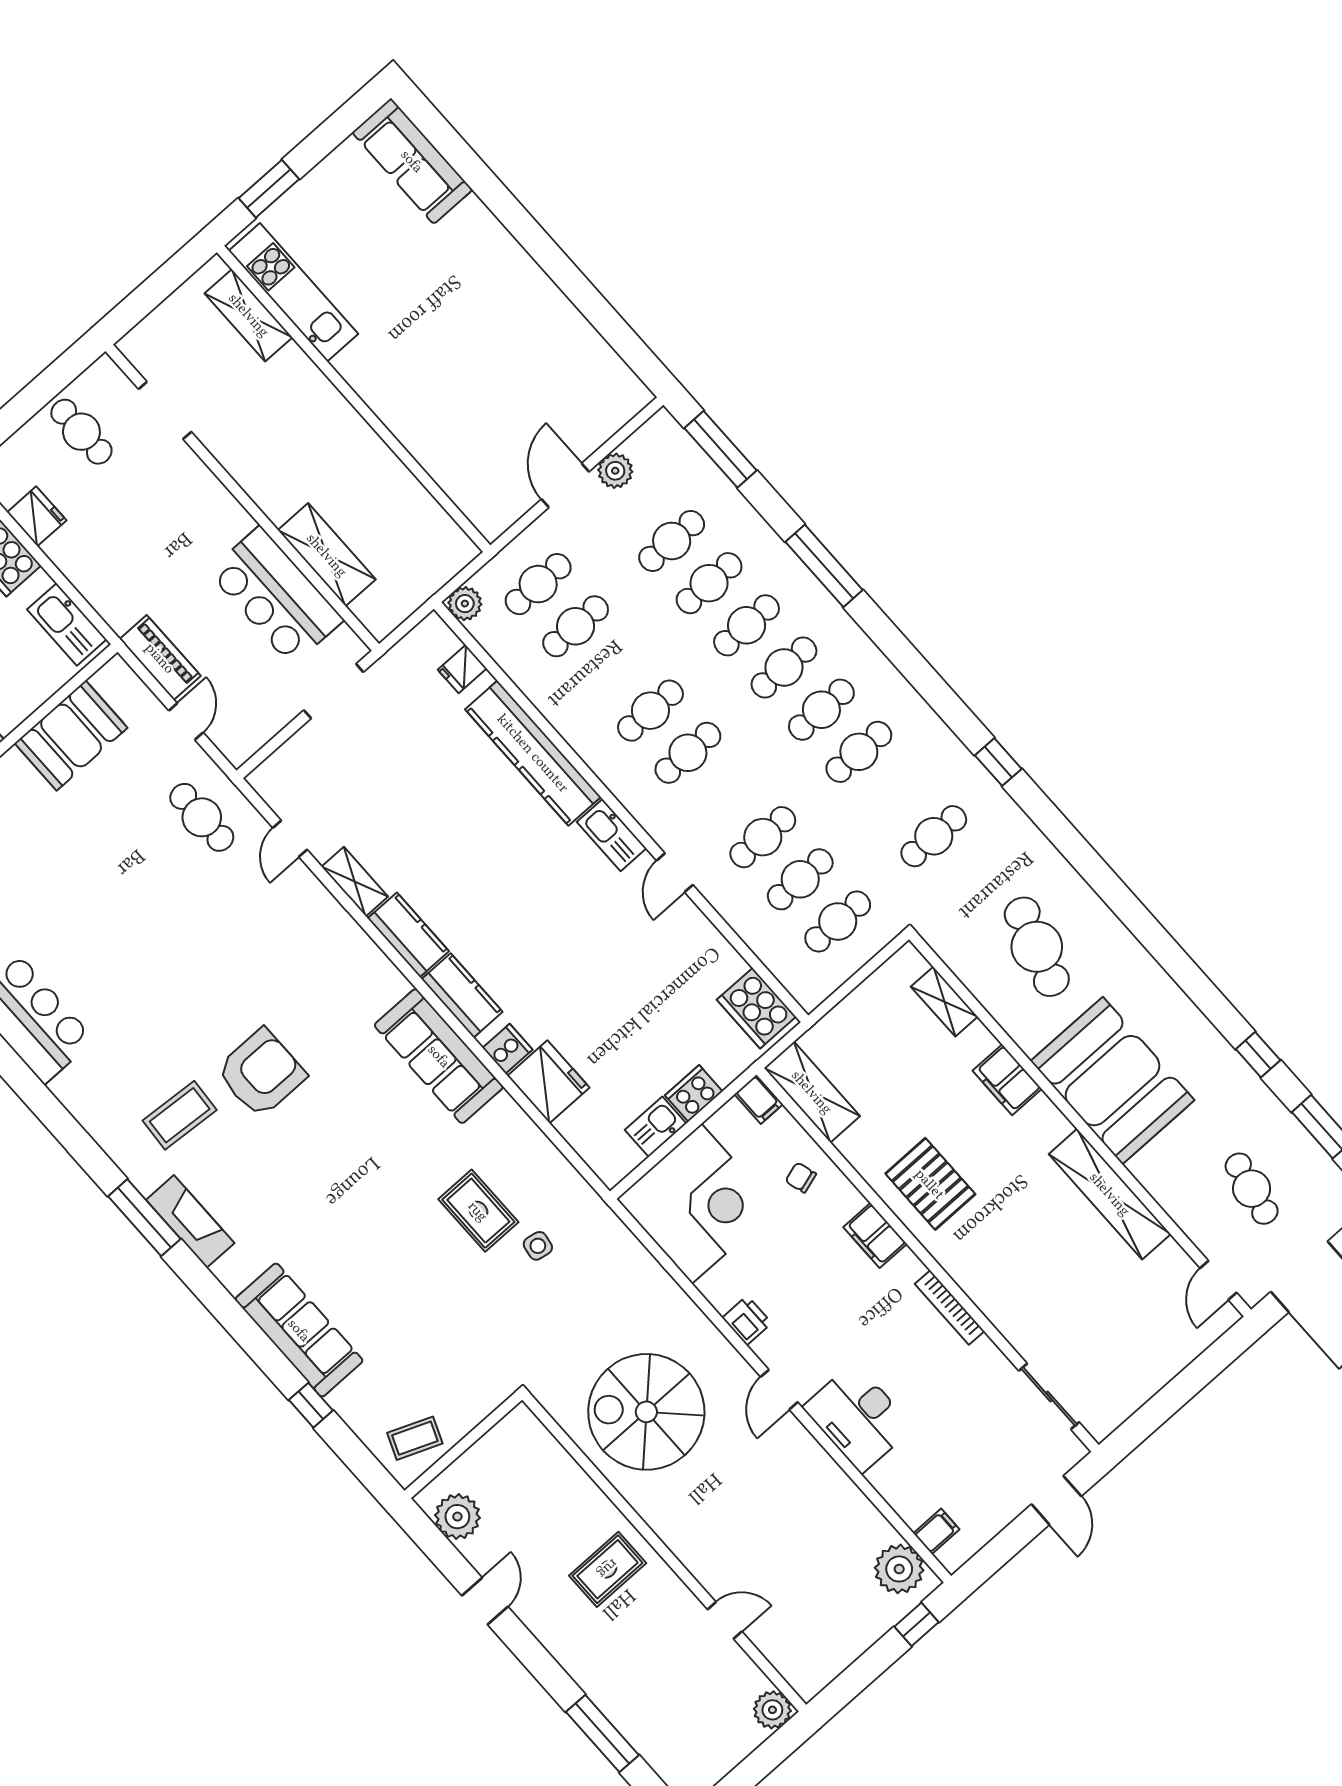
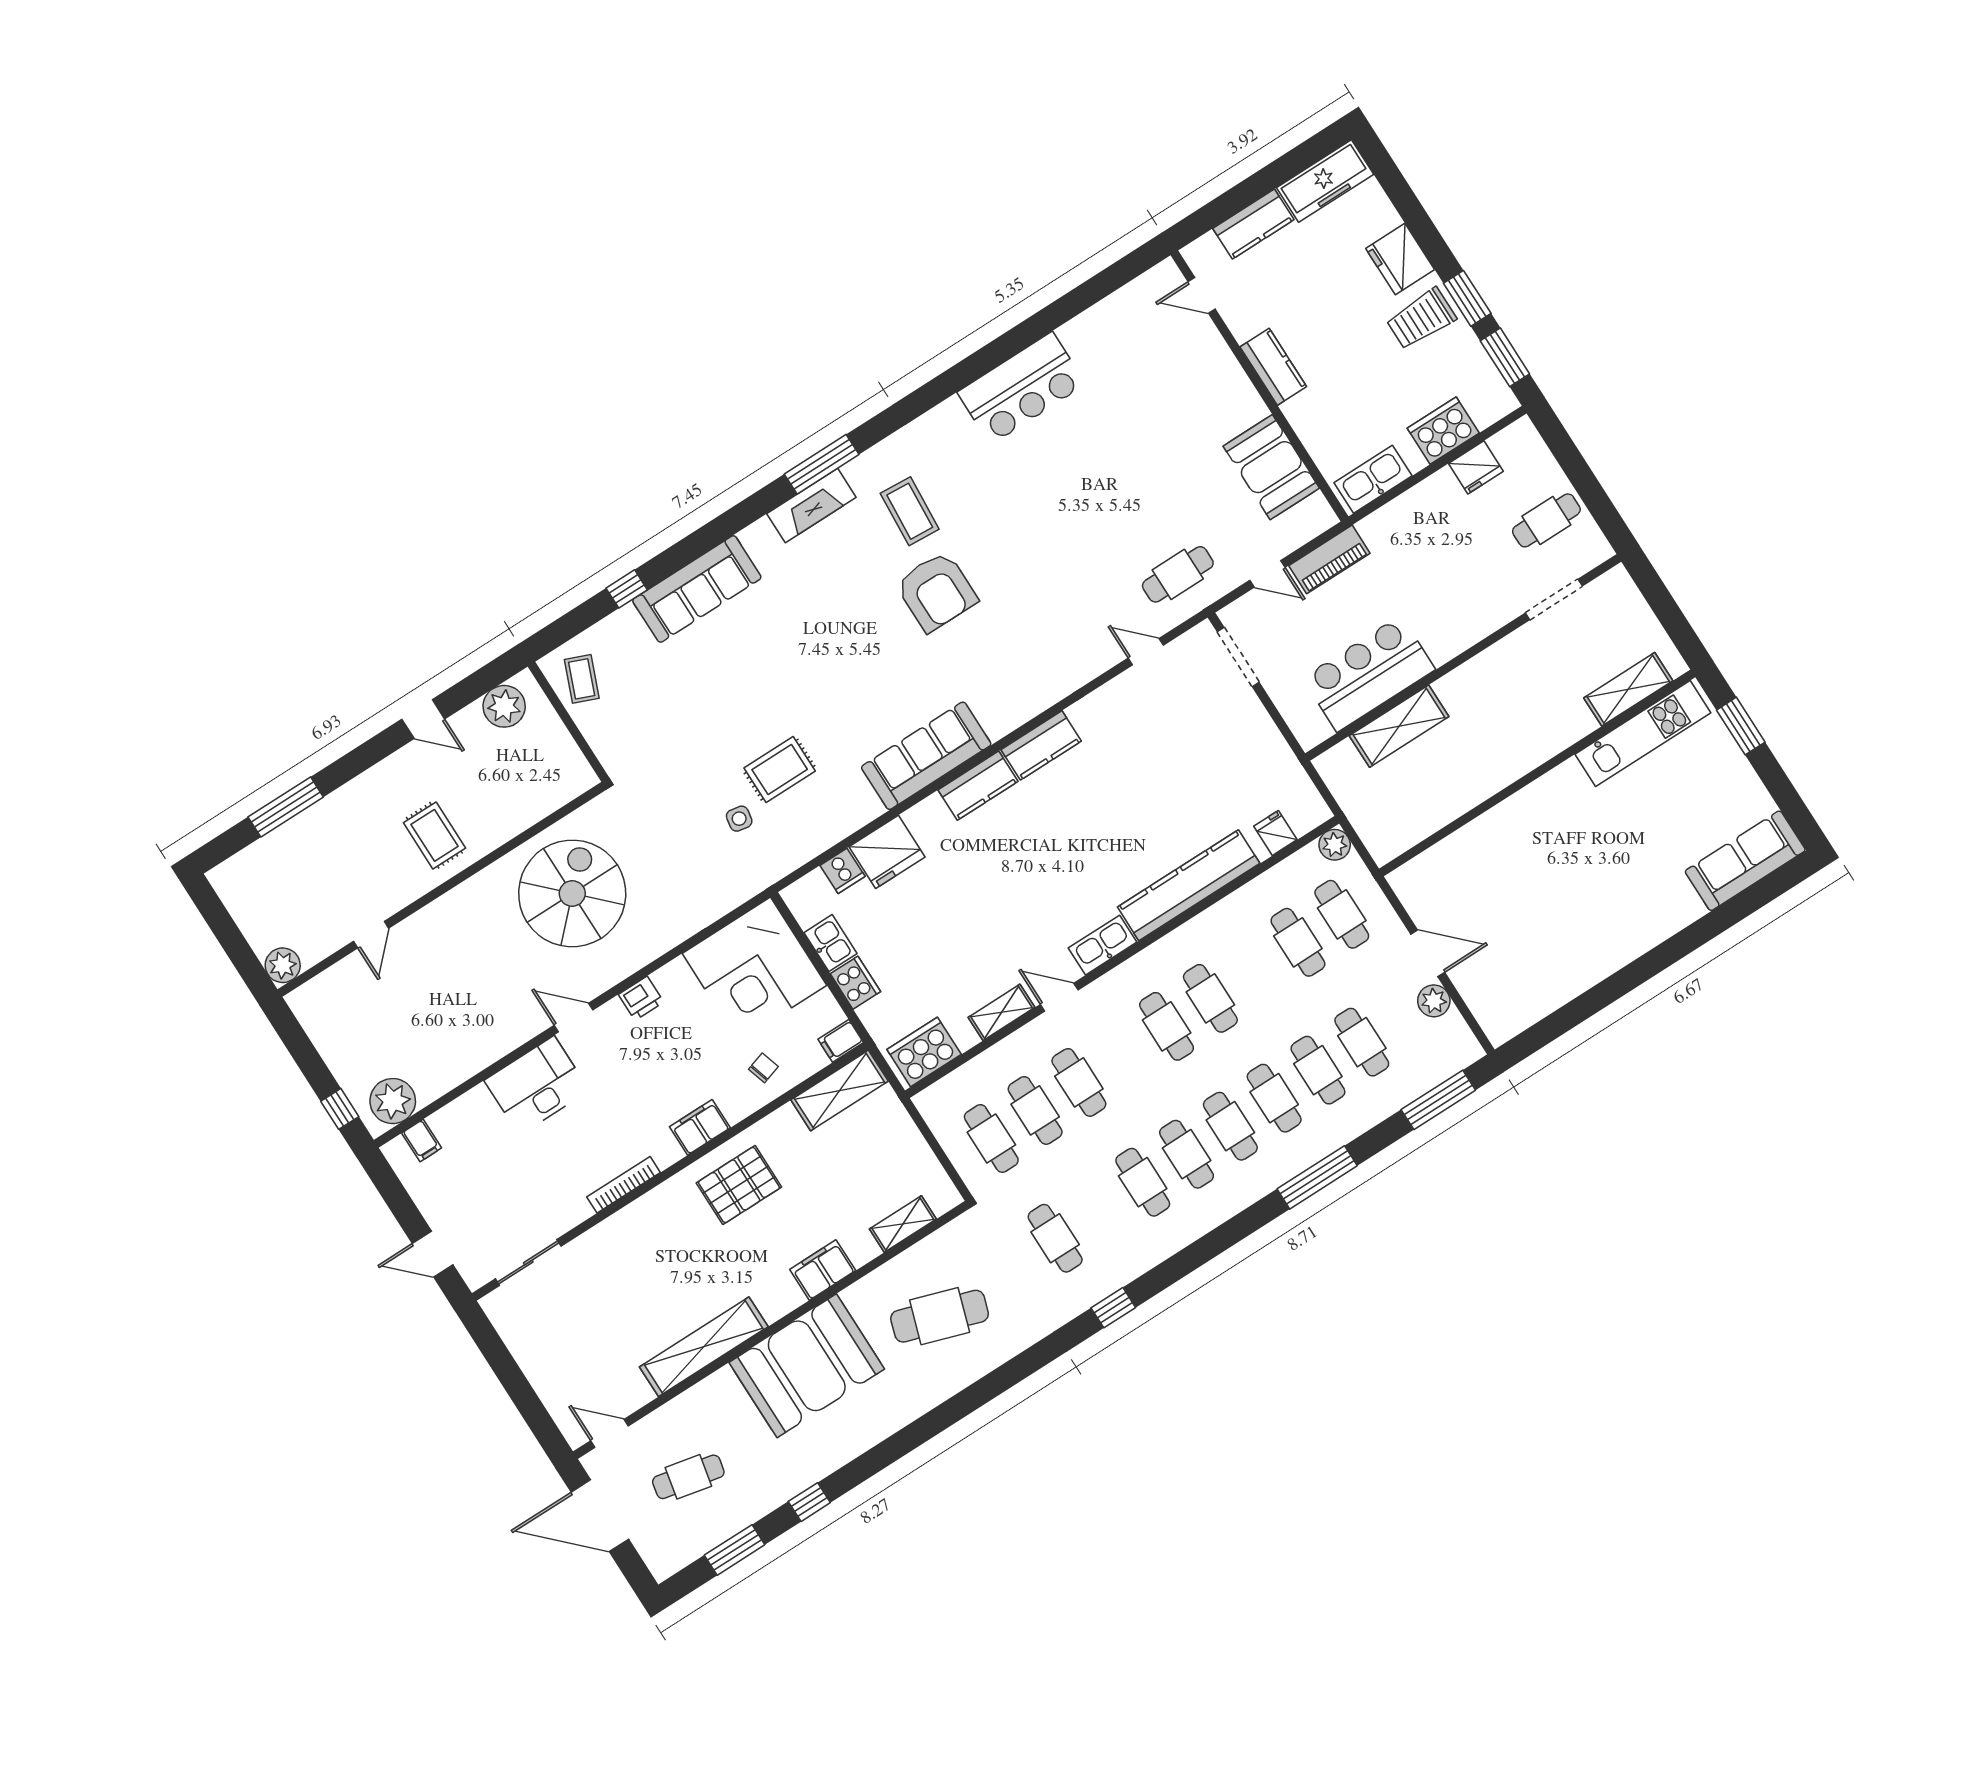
doorway: (334, 691) -> (1238, 657), moved
shelving: (355, 882) -> (1002, 1012), moved
cooker: (508, 1049) -> (843, 871), moved

